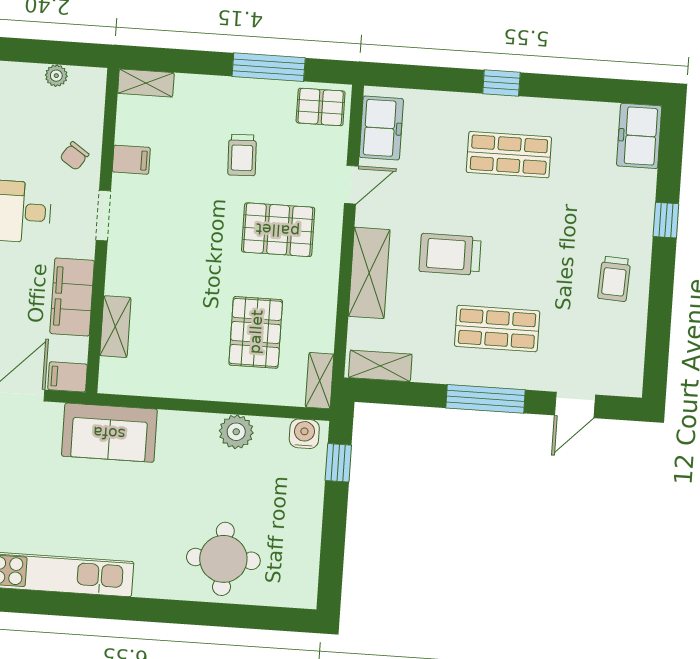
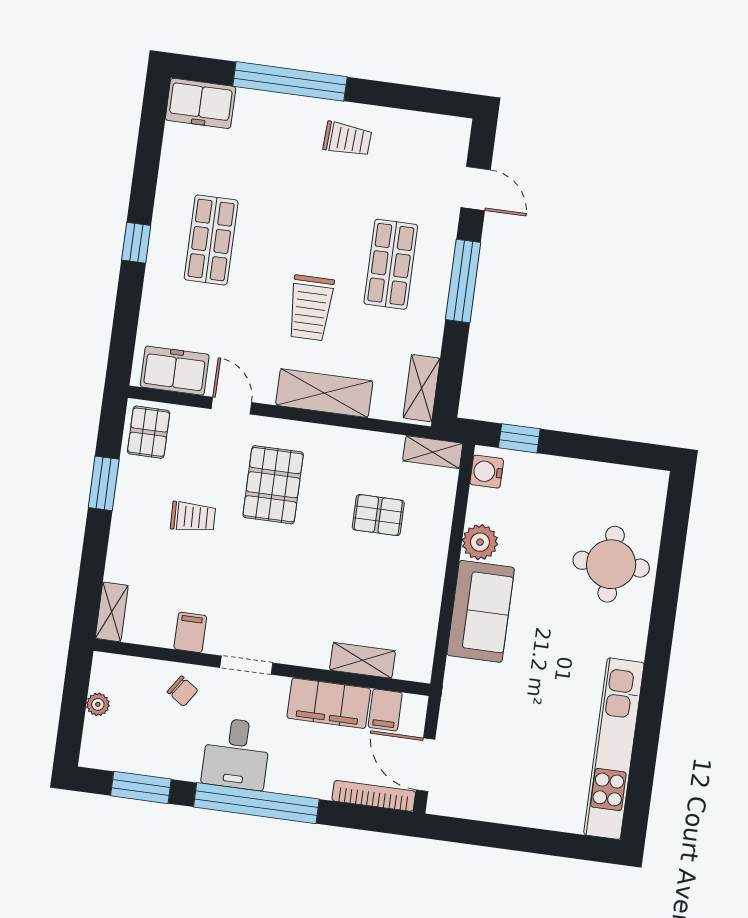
window: (269, 67) -> (104, 483), width x0.69
window: (666, 220) -> (290, 81), width x3.17
pallet: (256, 332) -> (378, 515), width x0.67, depth x0.71
filing cabinet: (67, 377) -> (385, 710), moved
sofa: (109, 433) -> (481, 611), moved

